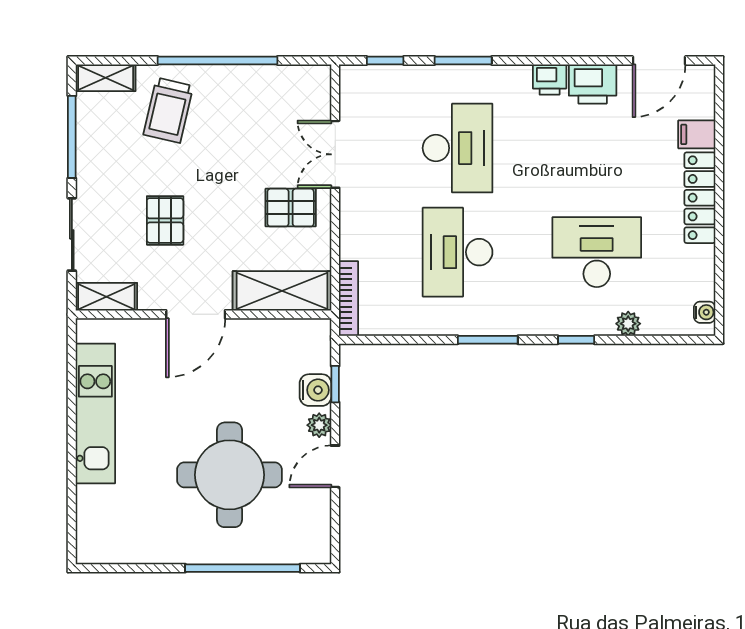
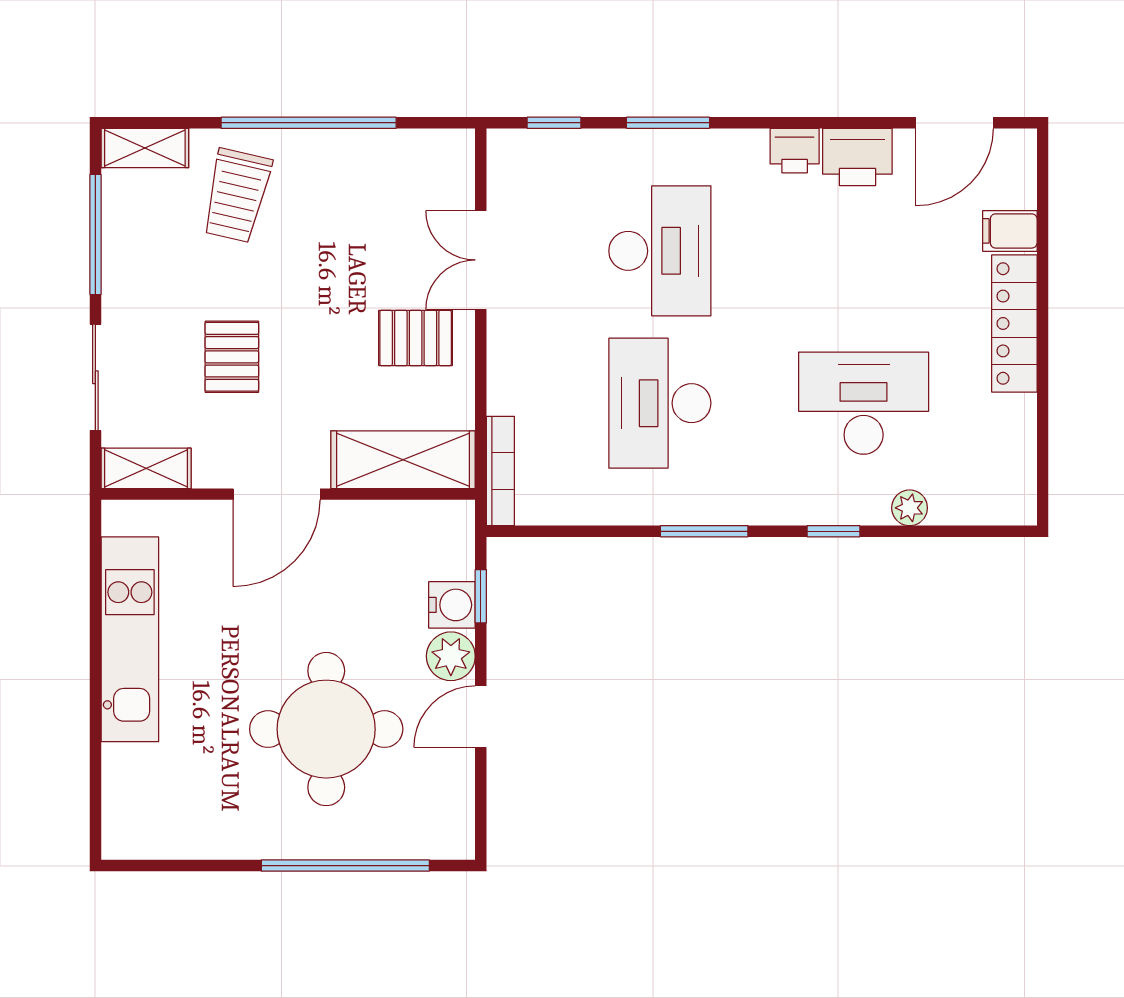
water cooler: (705, 312) -> (1021, 491), removed
plant: (319, 425) -> (451, 656), width x1.38, depth x1.38

